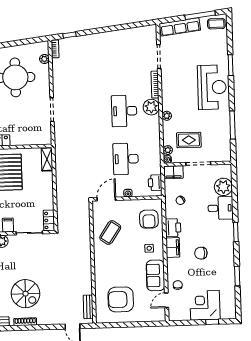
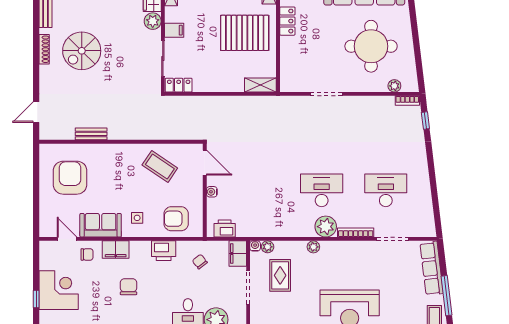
desk: (126, 159) -> (386, 190), moved
filing cabinet: (173, 247) -> (116, 250), moved
bench: (88, 307) -> (91, 134), moved

